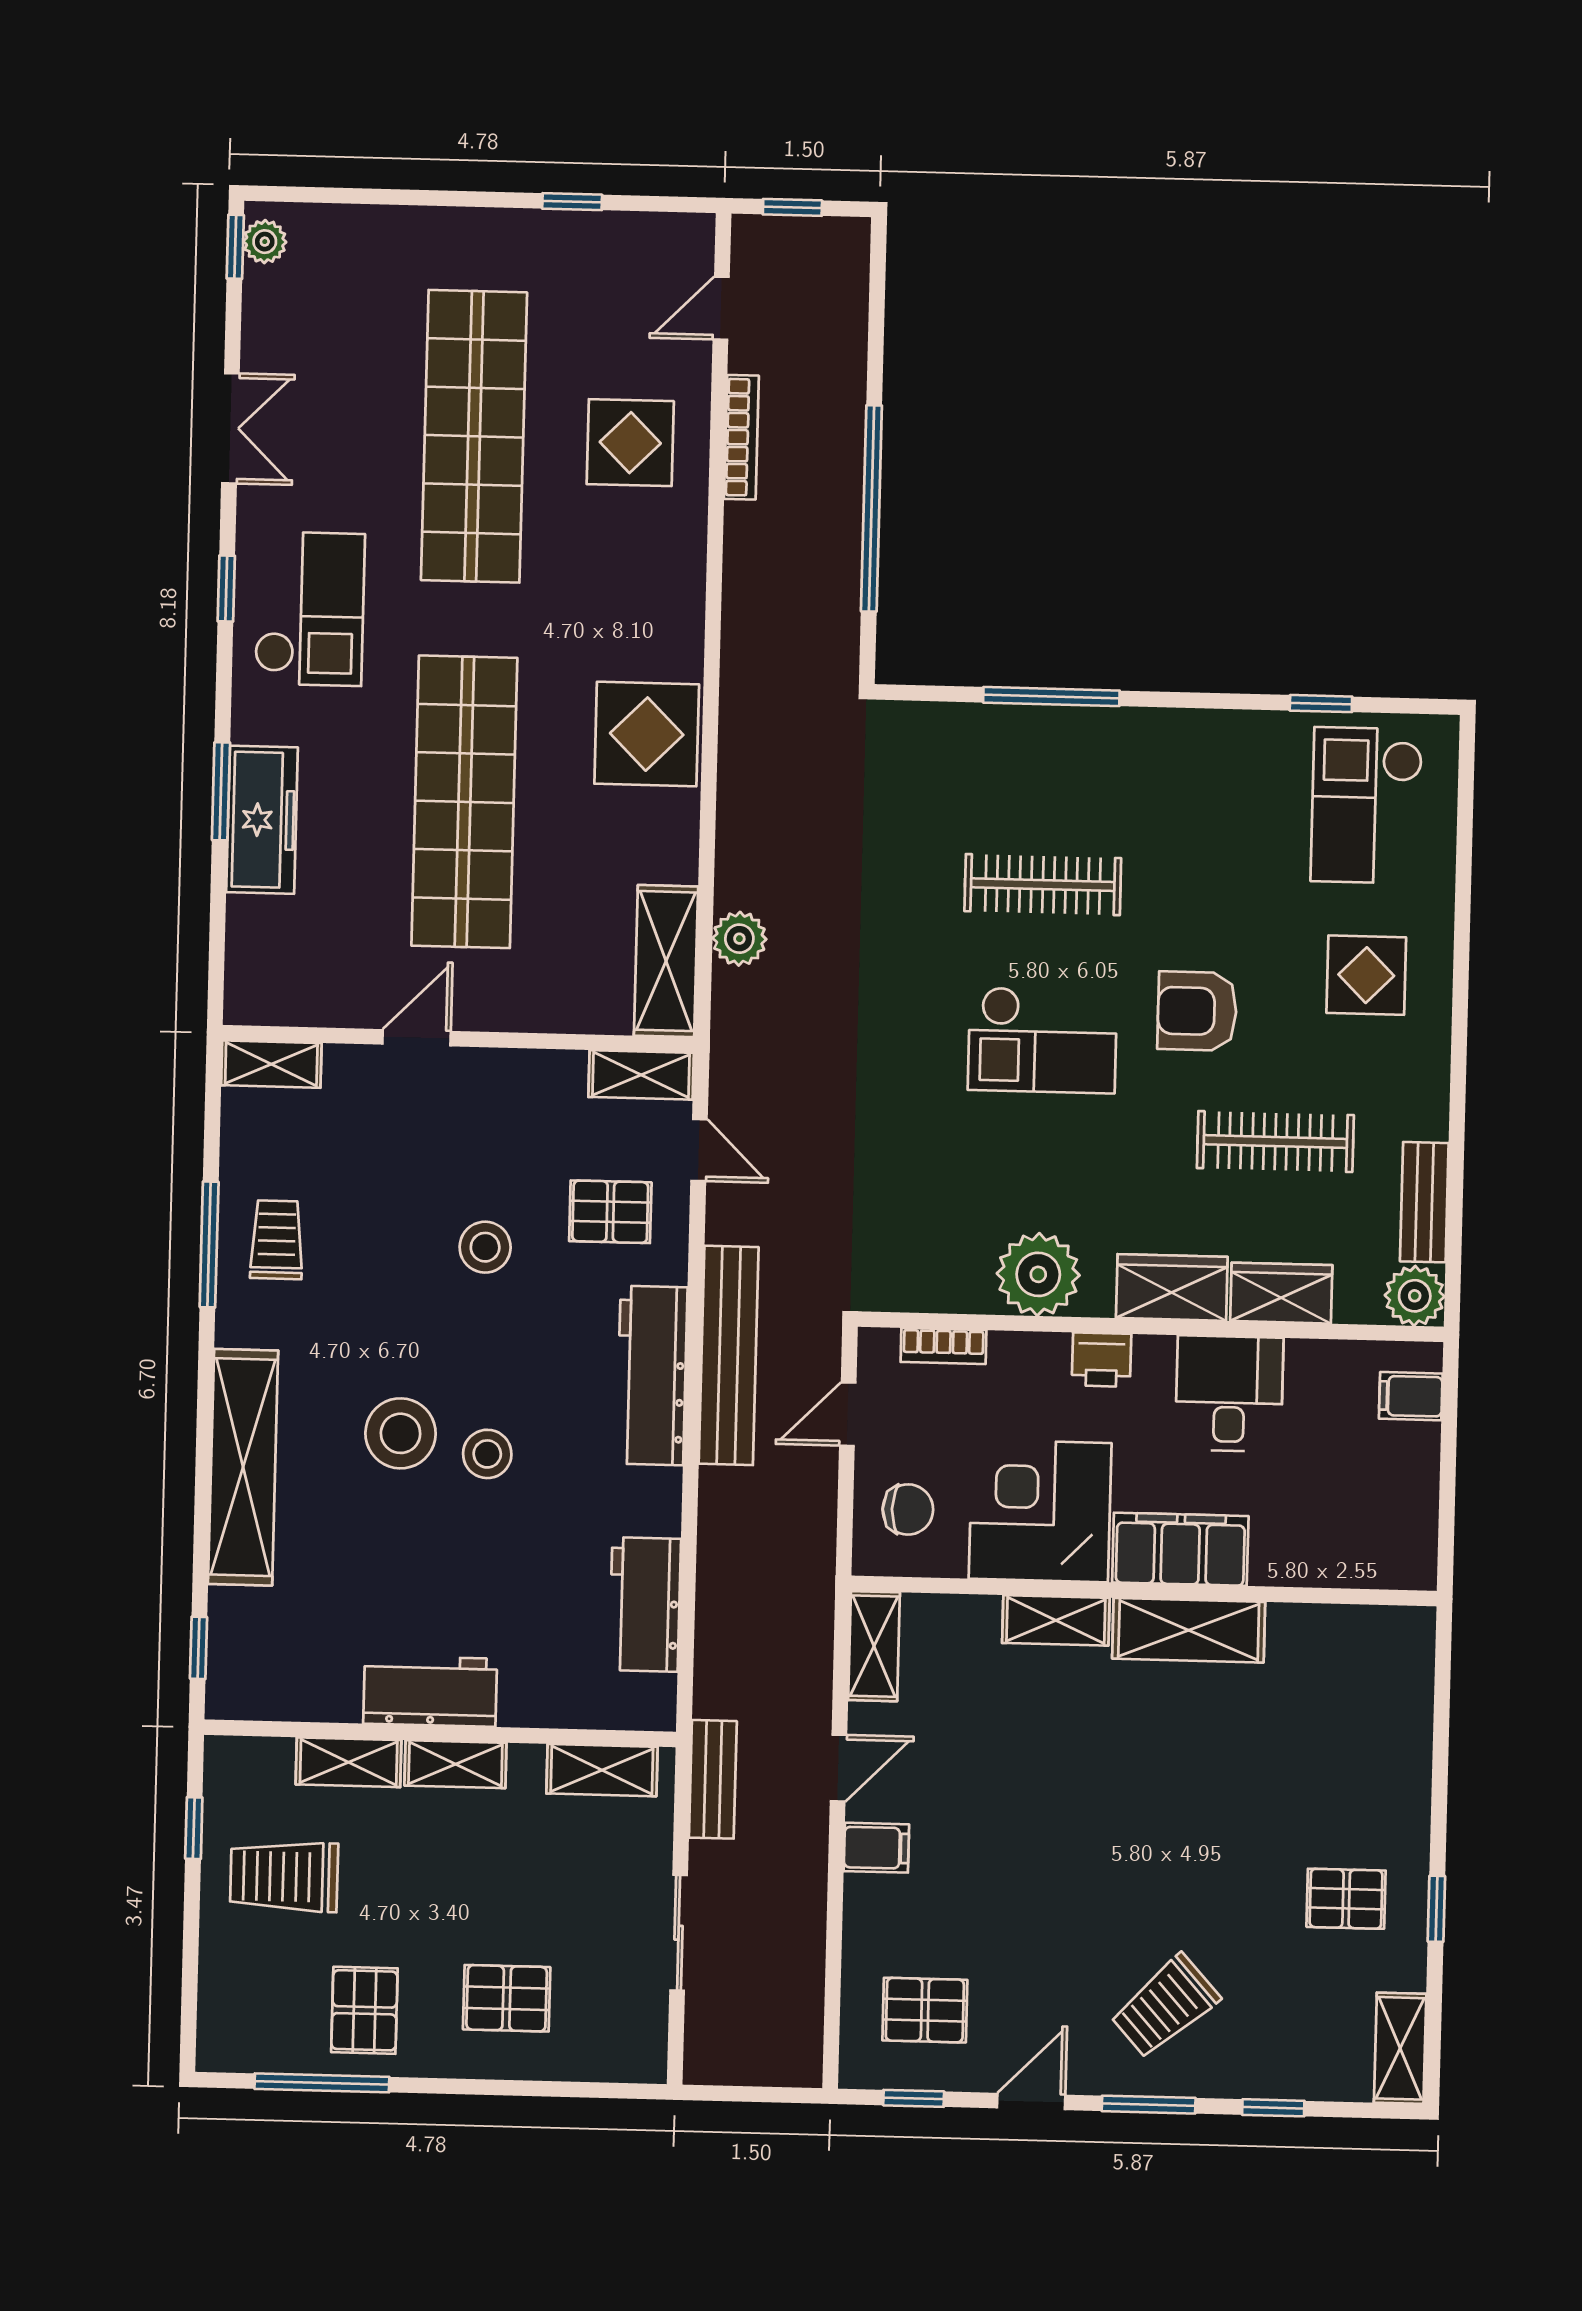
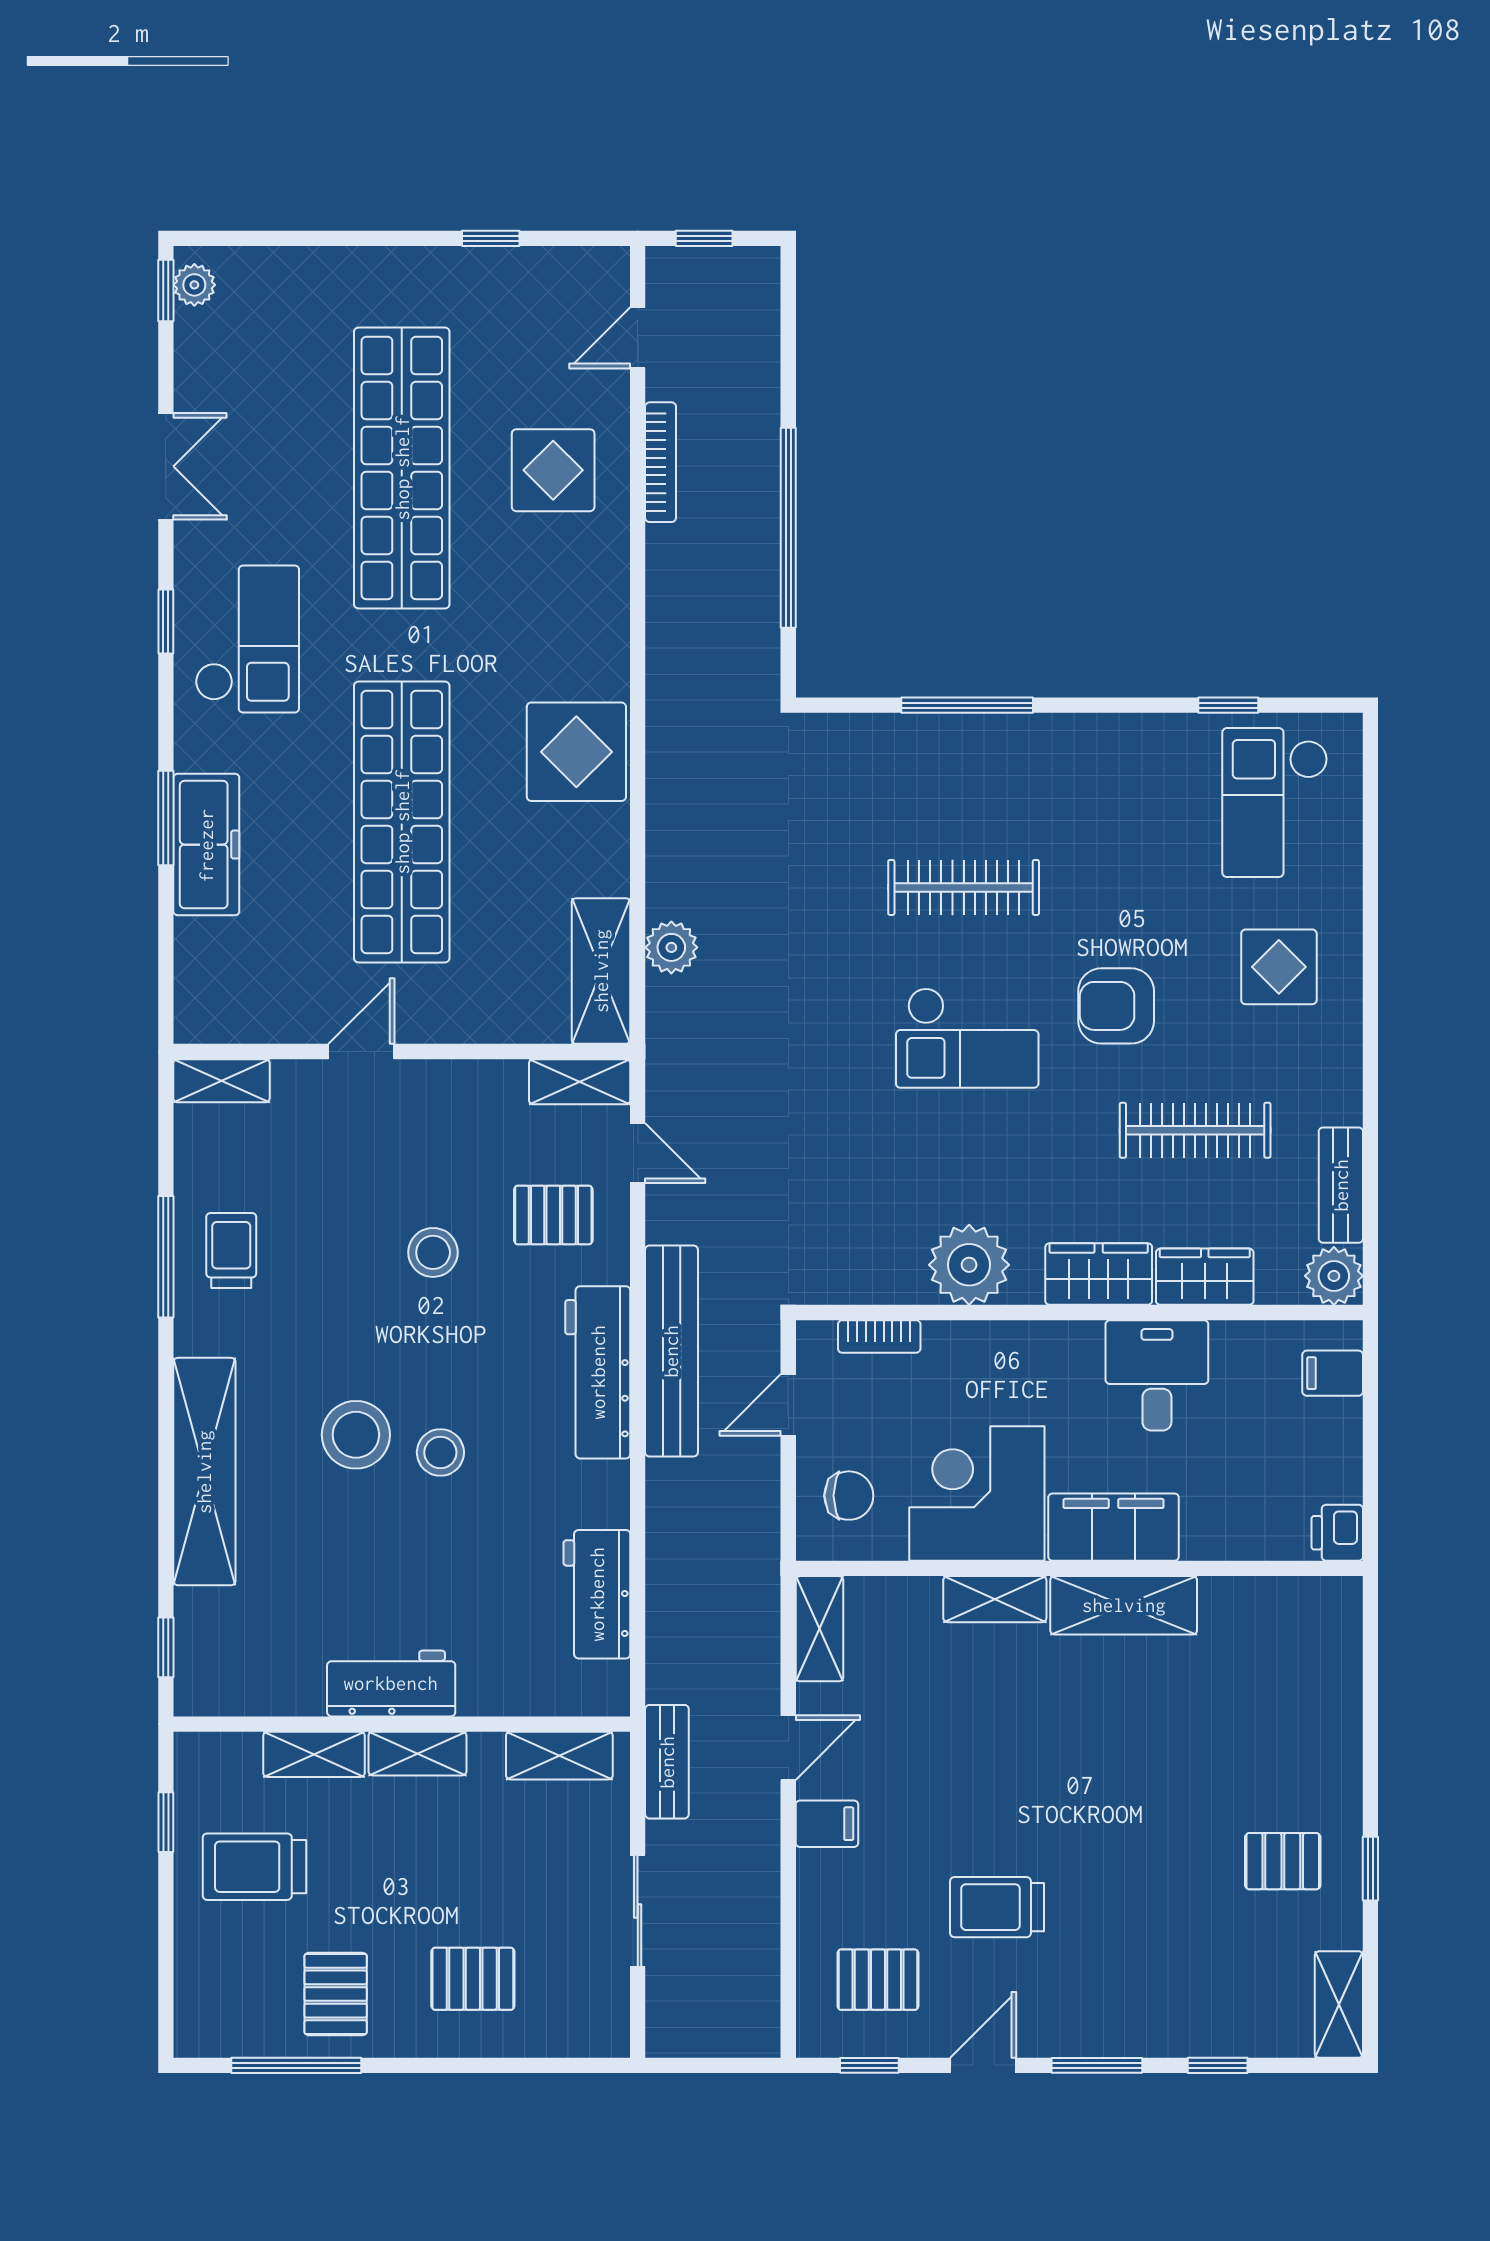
printer: (1102, 1360) -> (1337, 1533), moved, turned 90
trolley: (1165, 2006) -> (997, 1907), moved, turned 42

